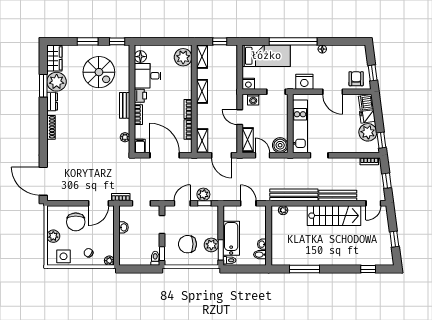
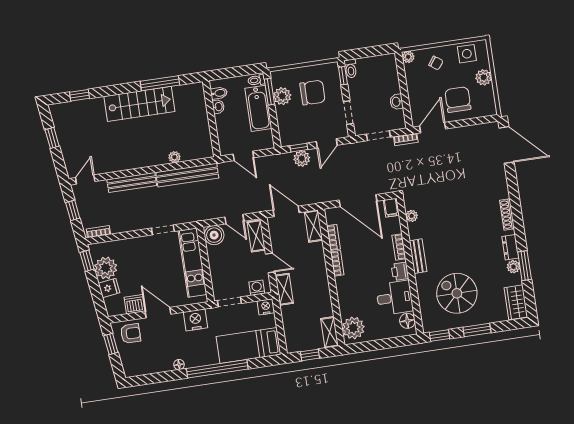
armchair: (356, 79) -> (131, 333), turned -90
plant: (57, 82) -> (513, 267), width x0.53, depth x0.53
shelving: (202, 91) -> (284, 289), moved
dishwasher: (366, 102) -> (134, 304), moved, turned -83
plant: (283, 210) -> (174, 157), moved
stairs: (334, 216) -> (139, 104), moved, turned 180

